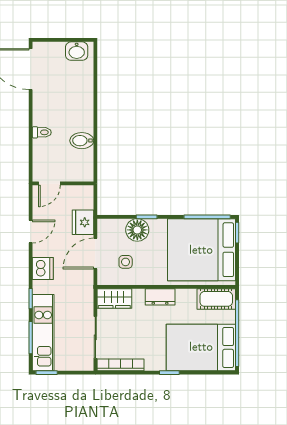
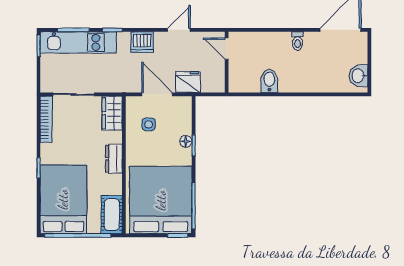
toilet: (42, 132) -> (298, 41), moved
floor lamp: (137, 230) -> (186, 141), width x0.53, depth x0.53
door: (31, 232) -> (179, 30), swing flipped

